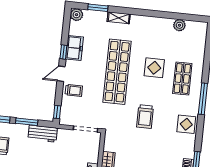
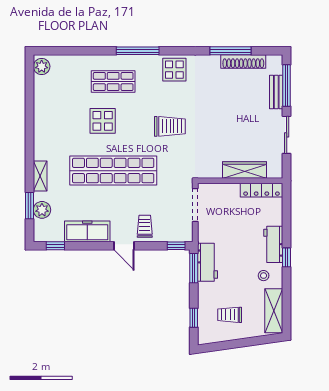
plant: (77, 15) -> (42, 210), moved
plant: (179, 25) -> (42, 66), moved
freezer: (74, 48) -> (87, 231), width x1.40
window: (63, 52) -> (55, 246), moved
window: (27, 122) -> (194, 268), moved

